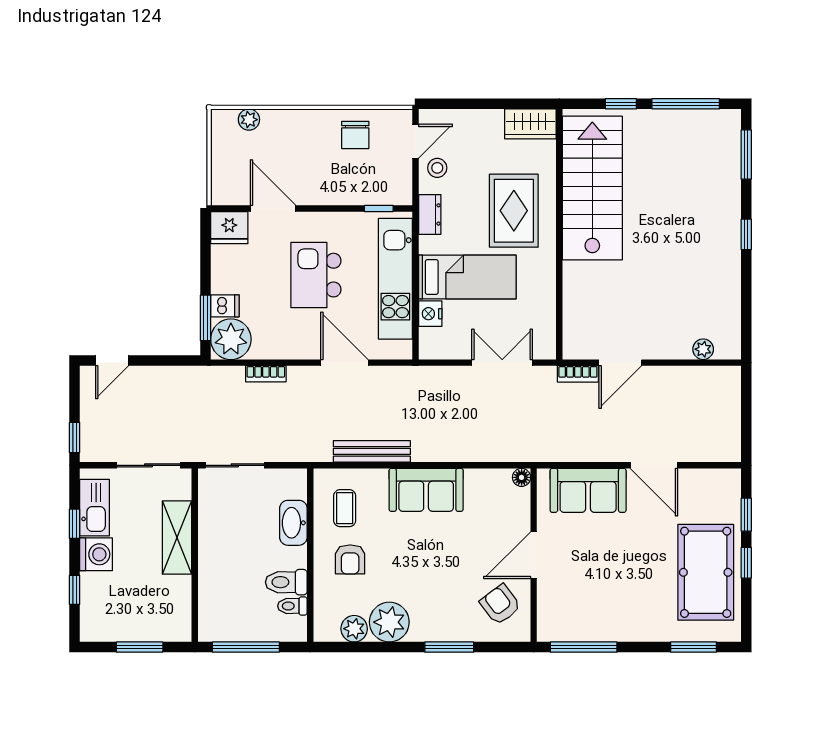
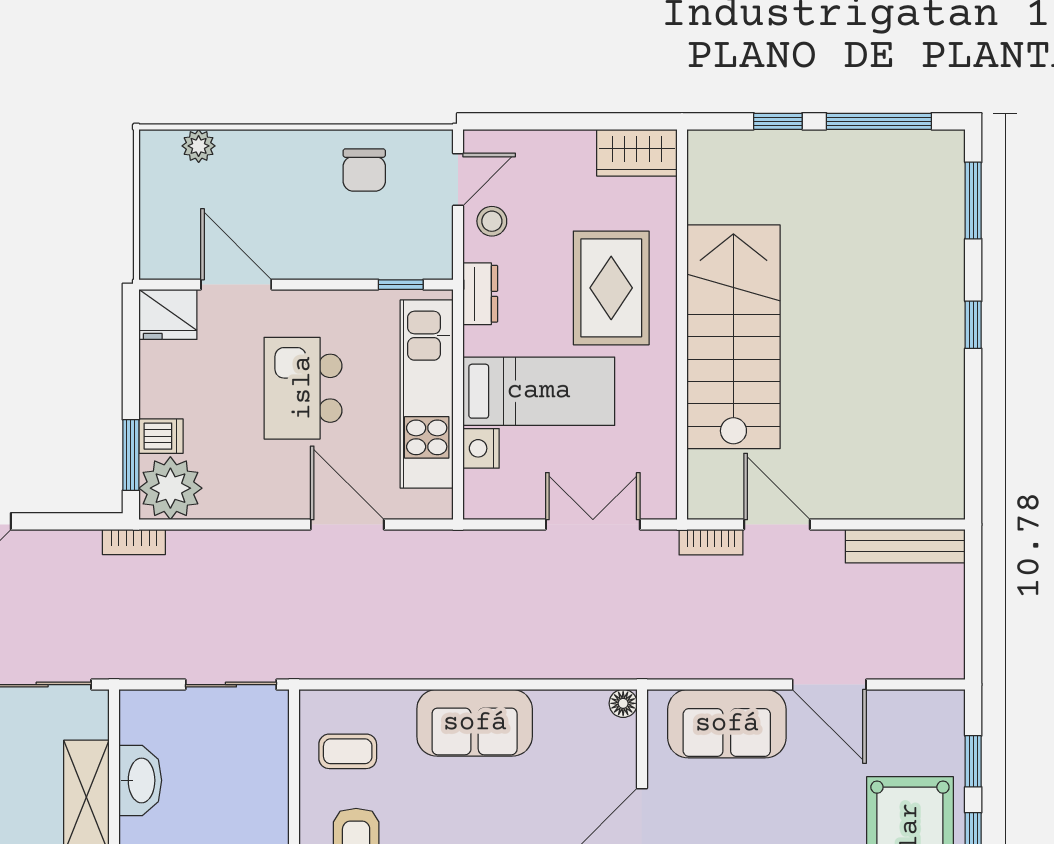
stairs: (592, 188) -> (733, 337), moved
plant: (703, 349) -> (906, 504), removed
door: (620, 363) -> (777, 525), swing flipped
bookcase: (266, 374) -> (134, 542), moved
bench: (372, 451) -> (905, 546), moved
sliding door: (235, 465) -> (231, 685), moved
coffee table: (345, 508) -> (348, 751), turned 90
washbasin: (293, 523) -> (140, 780), moved, turned 180

